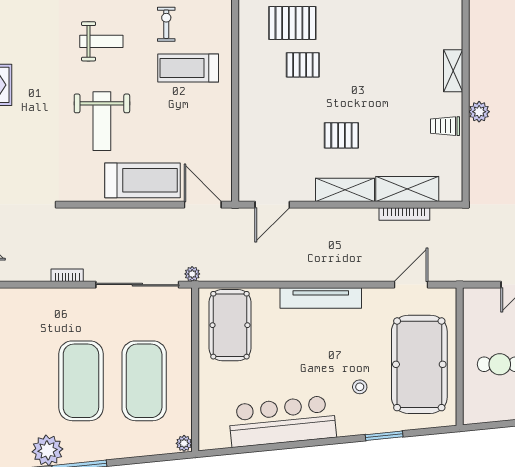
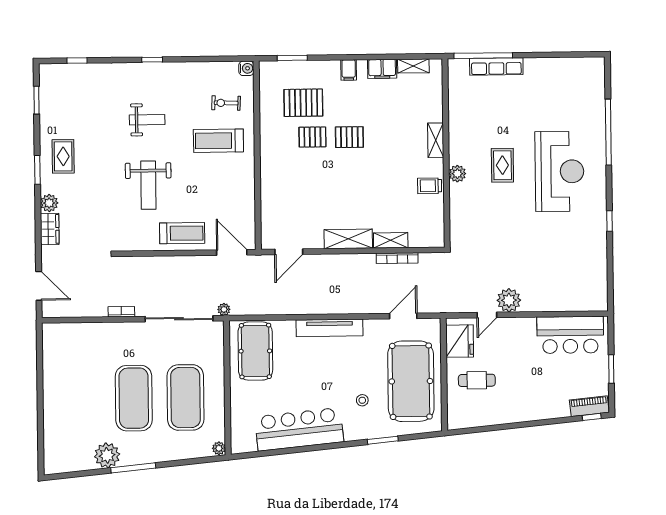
exercise bike: (166, 24) -> (226, 103), moved, turned -88
pallet: (341, 135) -> (349, 137), moved
treadmill: (142, 180) -> (182, 233), width x0.73, depth x0.73
shelving: (407, 189) -> (391, 240), width x0.67, depth x0.75
fridge: (479, 316) -> (460, 341), added

